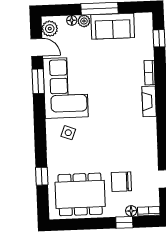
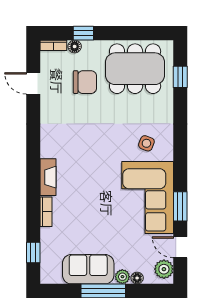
window: (42, 176) -> (180, 77), moved

